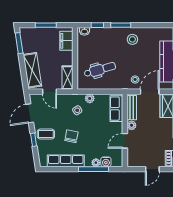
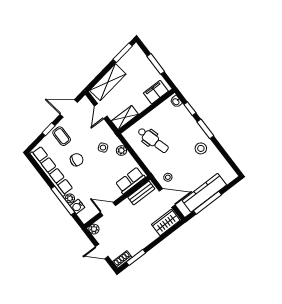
plant: (132, 125) -> (94, 229), moved
row of seats: (66, 161) -> (52, 171), width x1.36

